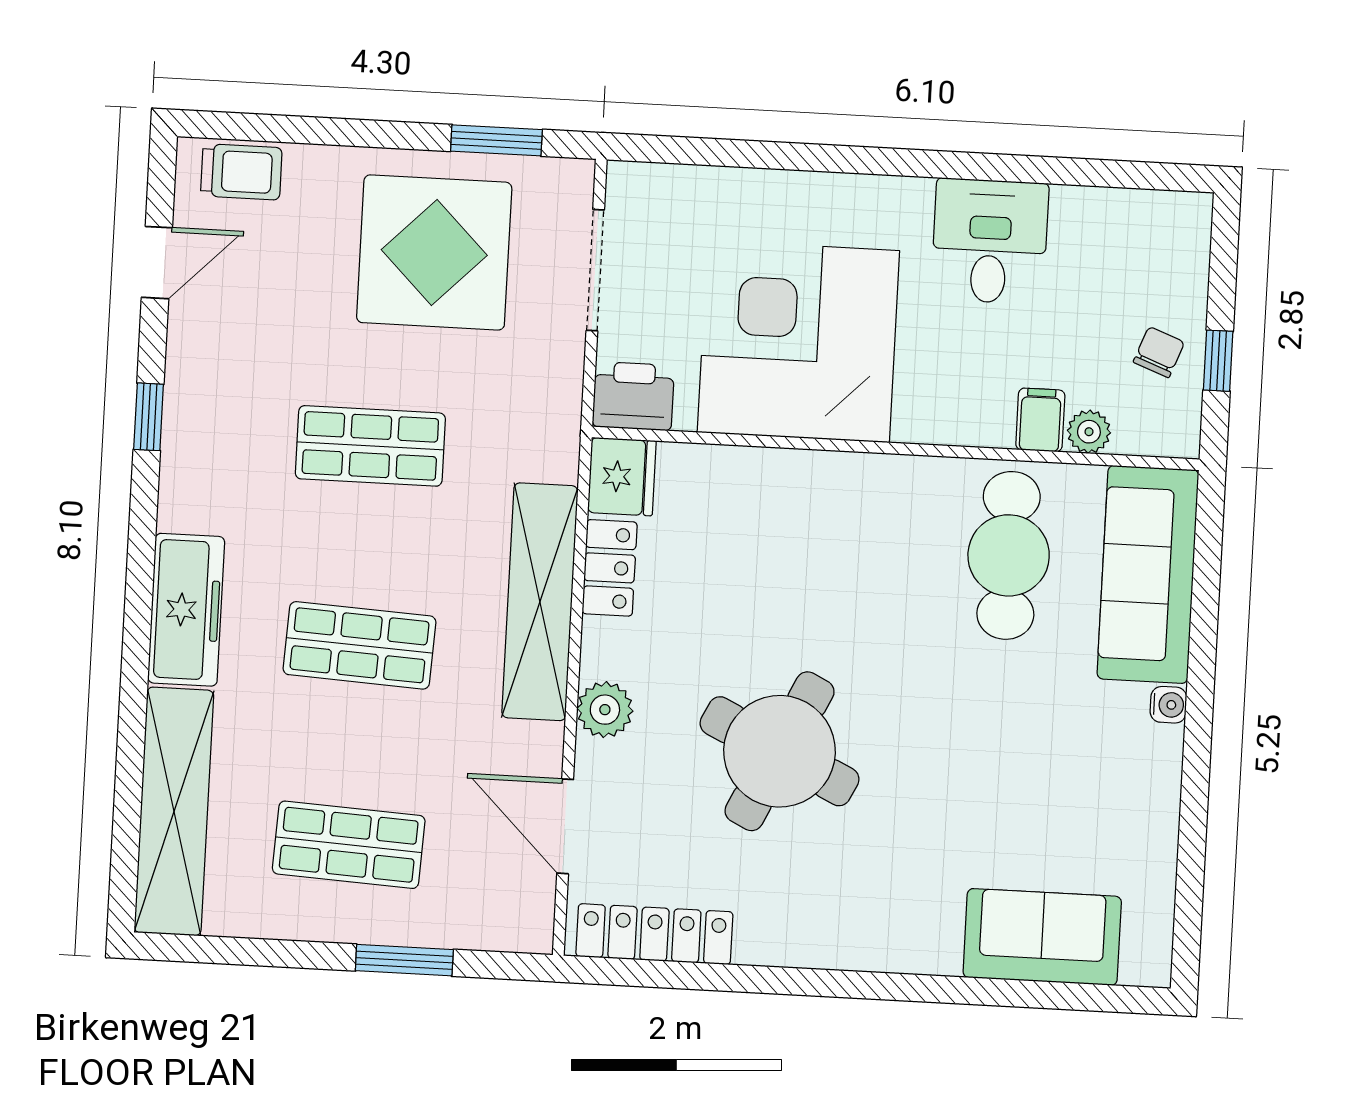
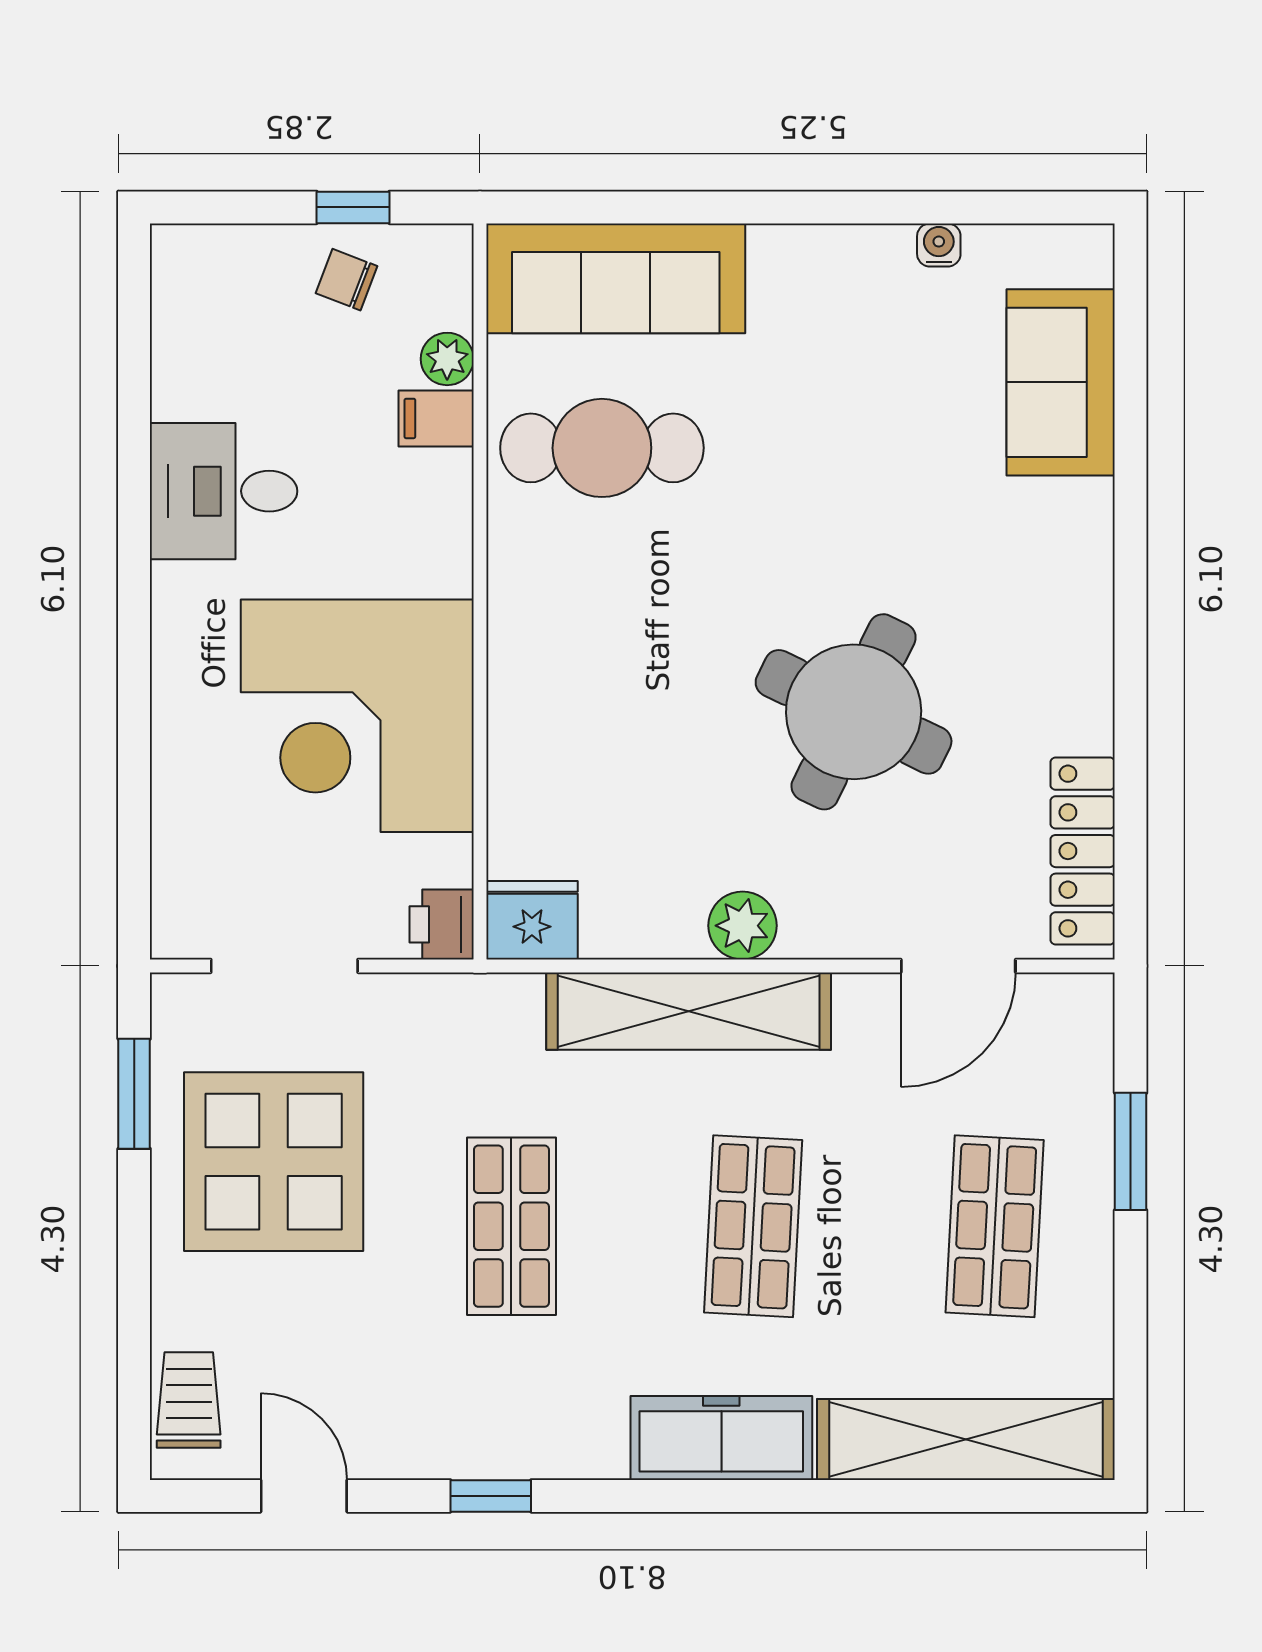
printer: (633, 396) -> (442, 924), width x0.73, depth x0.81
locker: (610, 568) -> (643, 929), removed
water cooler: (1168, 705) -> (939, 245), moved
plant: (605, 710) -> (743, 926), moved

